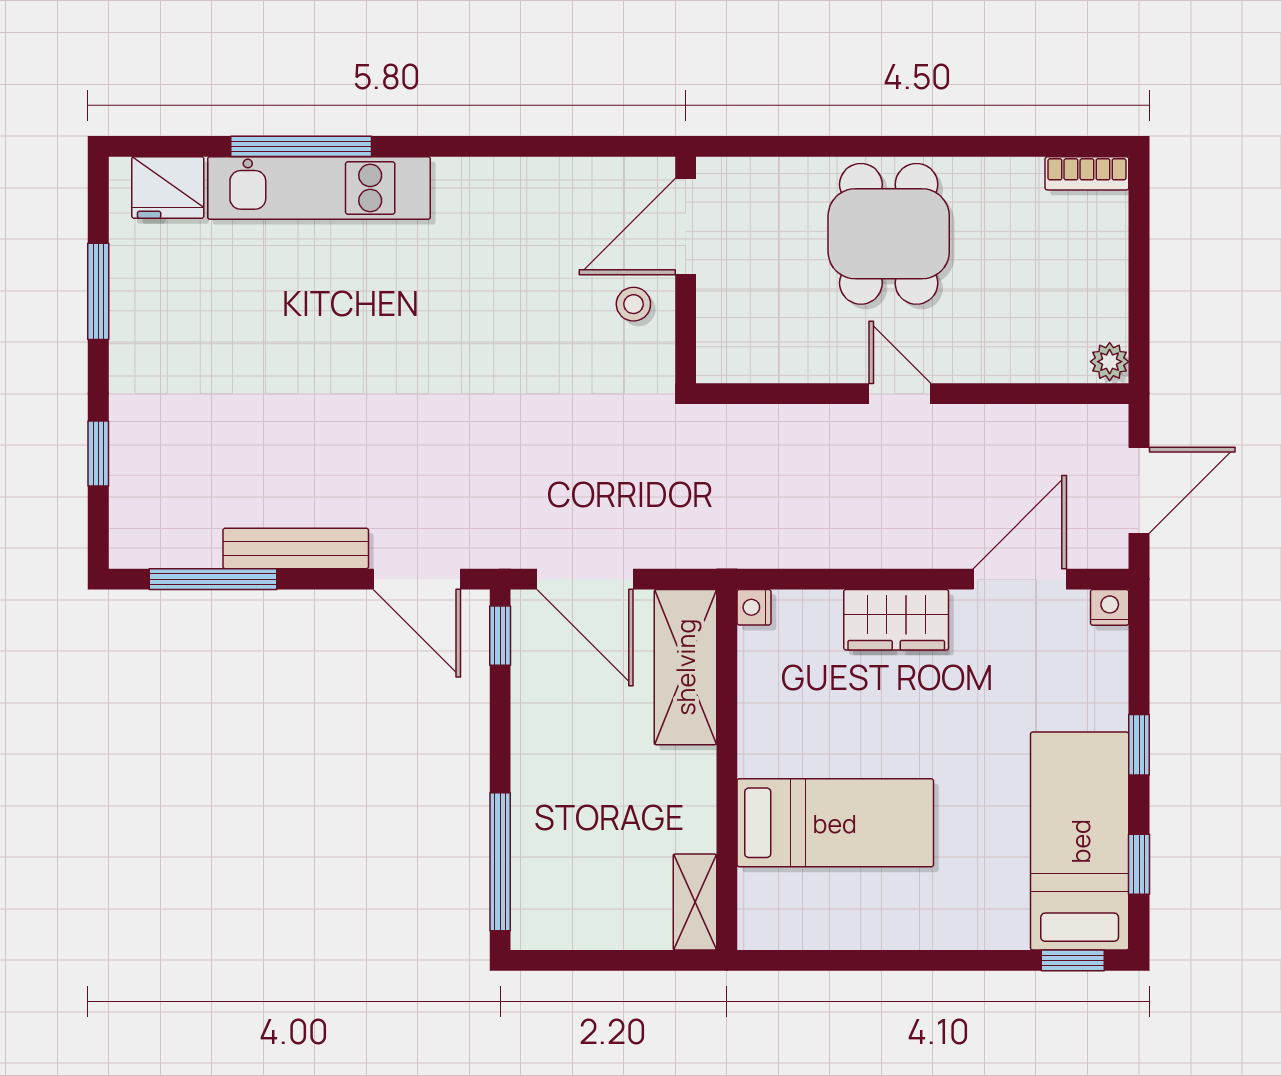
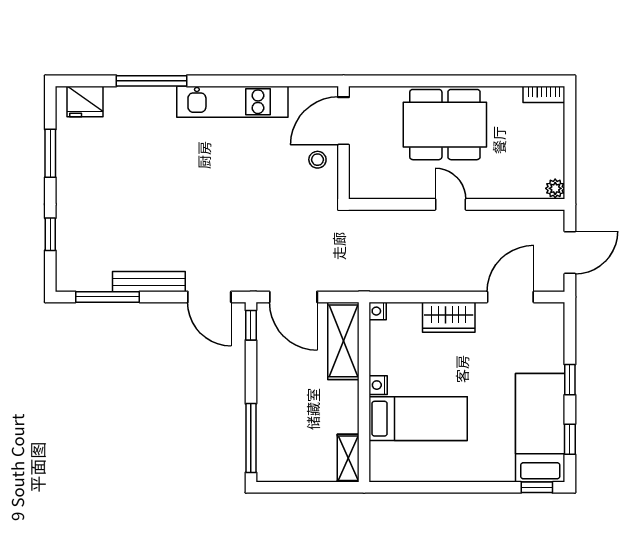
kitchen unit: (319, 188) -> (232, 102), moved
dining table: (889, 234) -> (445, 125), width x1.38
nightstand: (1110, 607) -> (378, 385), moved, turned -90

